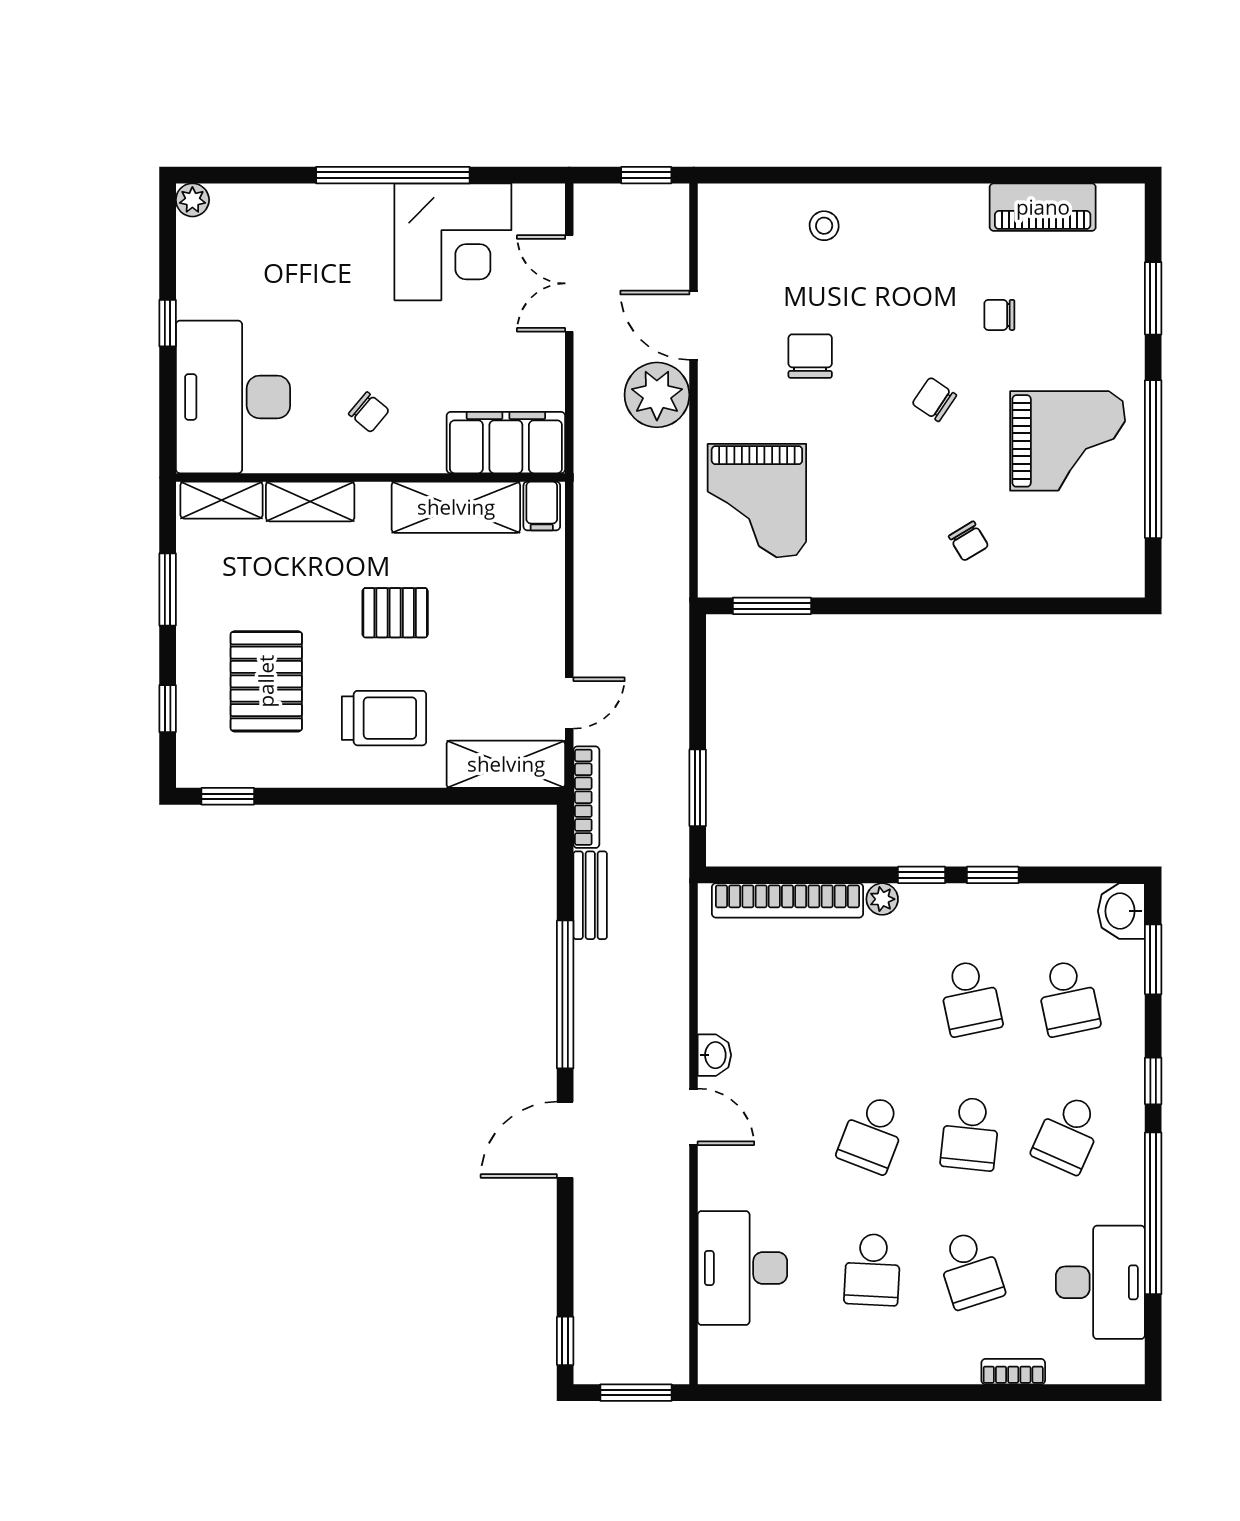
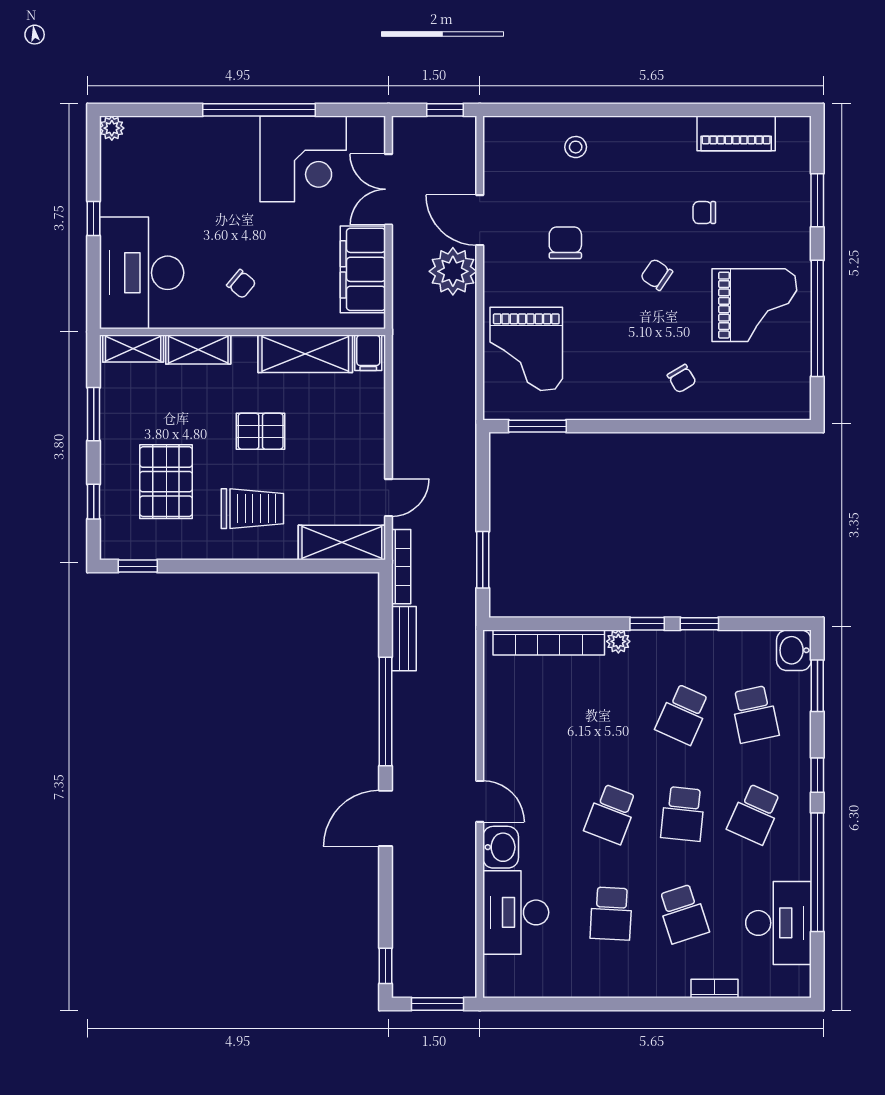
filing cabinet: (506, 443) -> (363, 269), moved, turned -90
school desk: (970, 998) -> (683, 714), turned 36
washbasin: (714, 1055) -> (501, 847), moved, width x1.38, depth x1.45

